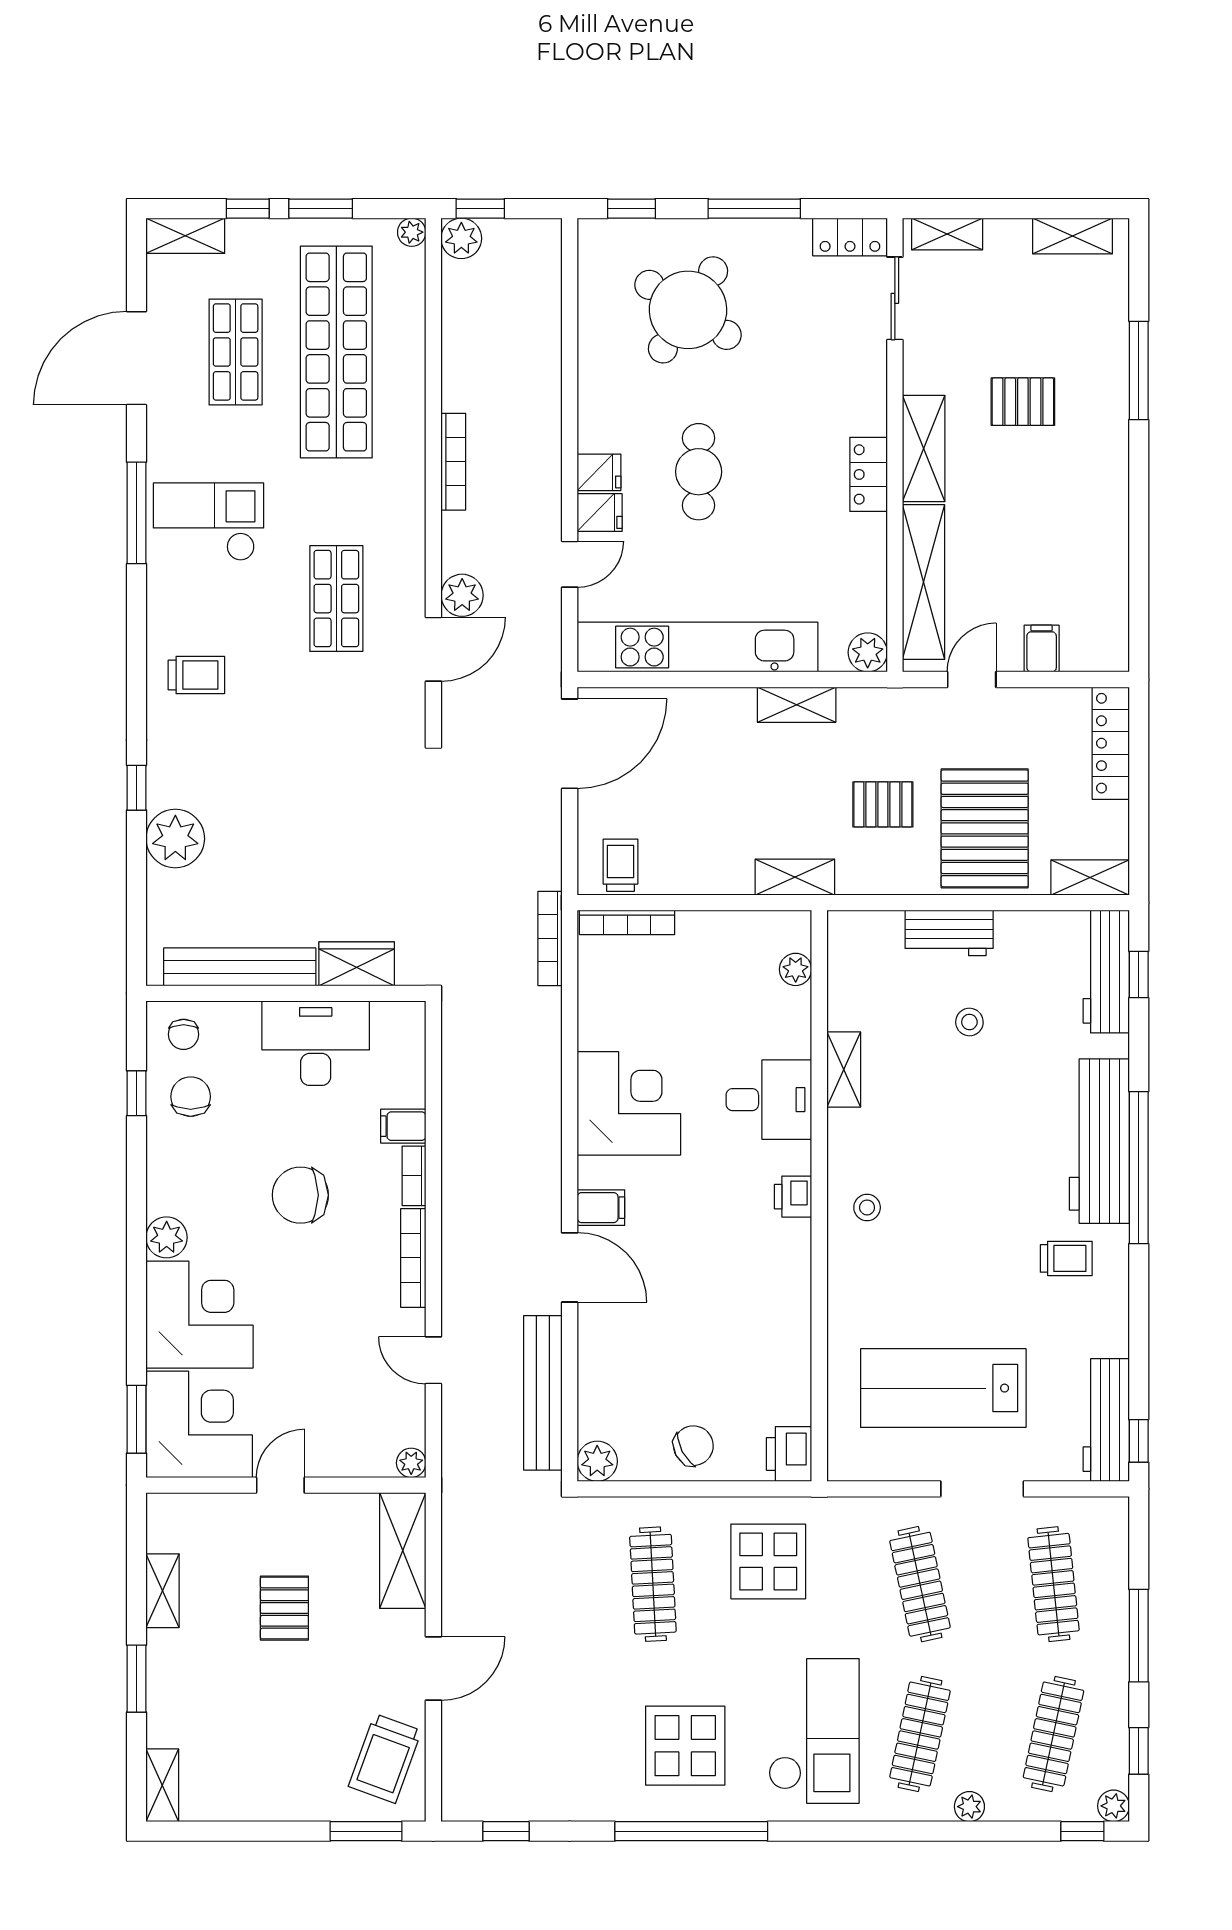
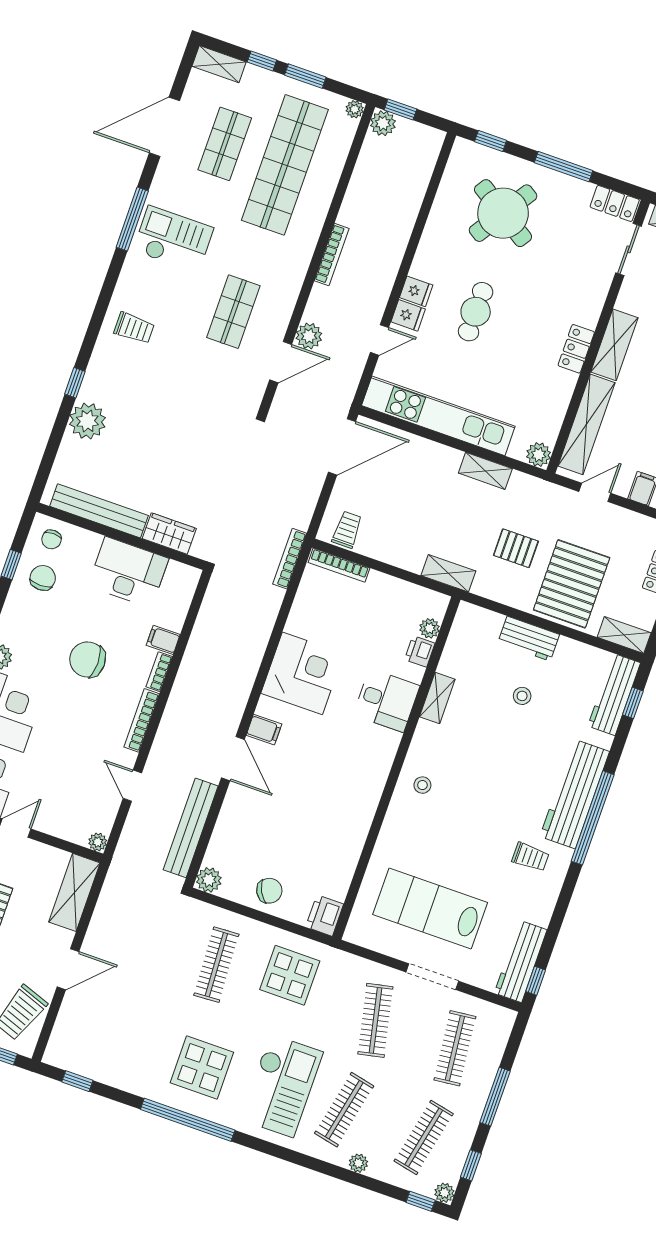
printer: (793, 1197) -> (420, 651), moved

